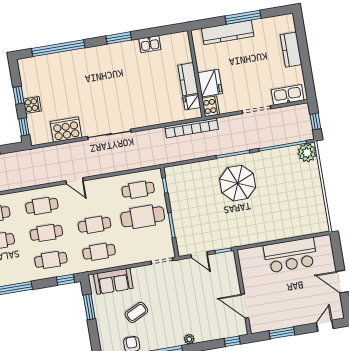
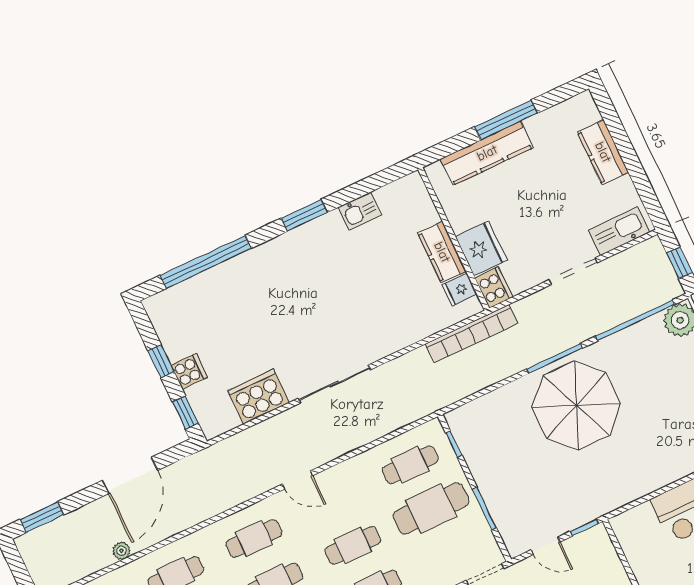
parasol: (238, 183) -> (576, 405), width x1.36, depth x1.36

